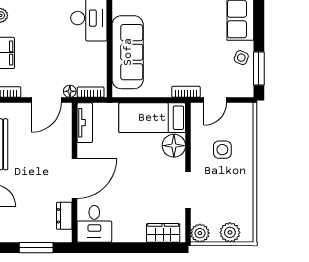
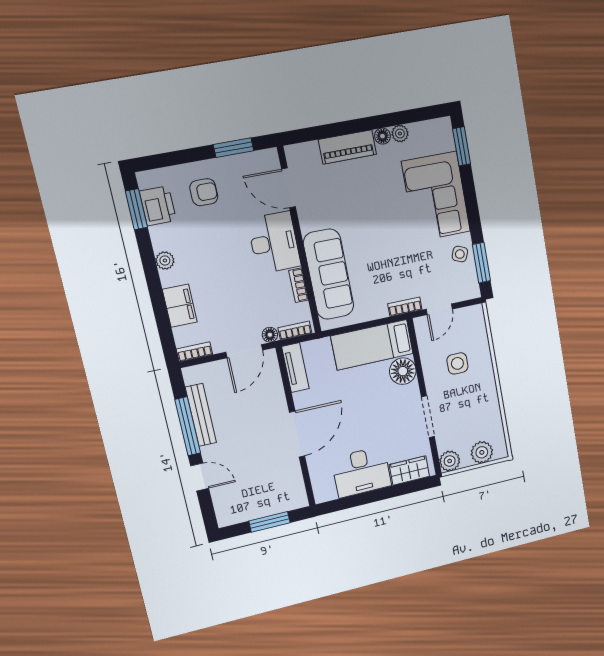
bookcase: (101, 56) -> (299, 285), added
dresser: (64, 216) -> (294, 479), removed
desk: (94, 224) -> (361, 472), moved, width x1.37

